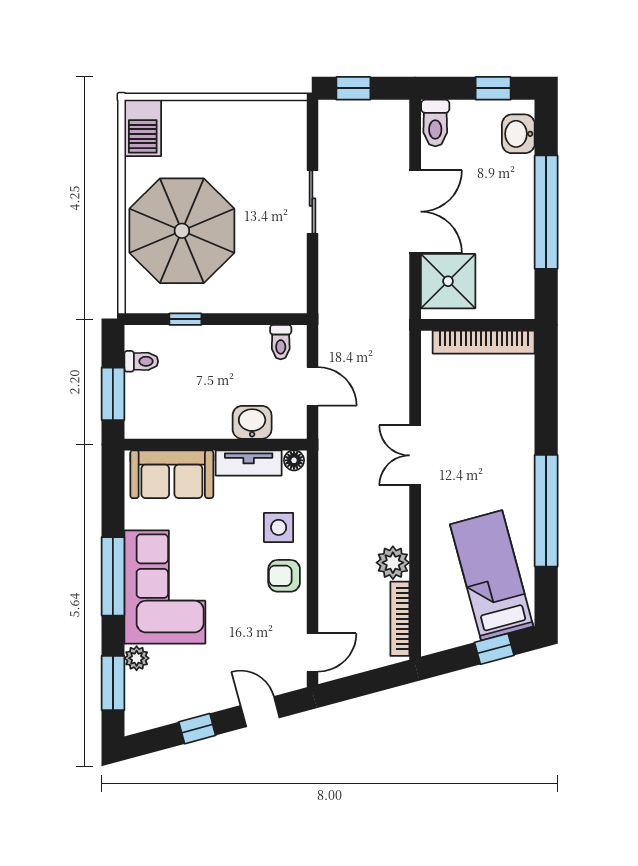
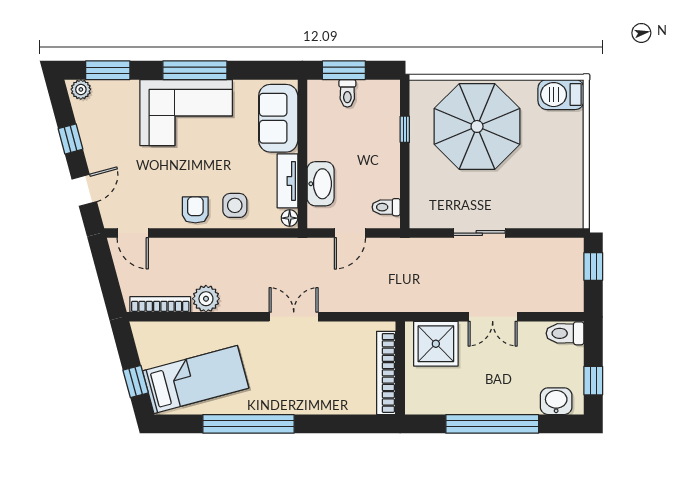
sliding door: (312, 202) -> (479, 233), moved
double door: (415, 212) -> (493, 317), width x0.73
toilet: (141, 361) -> (347, 93), moved
washbasin: (252, 422) -> (321, 184), width x1.38
plant: (137, 658) -> (81, 89), moved

